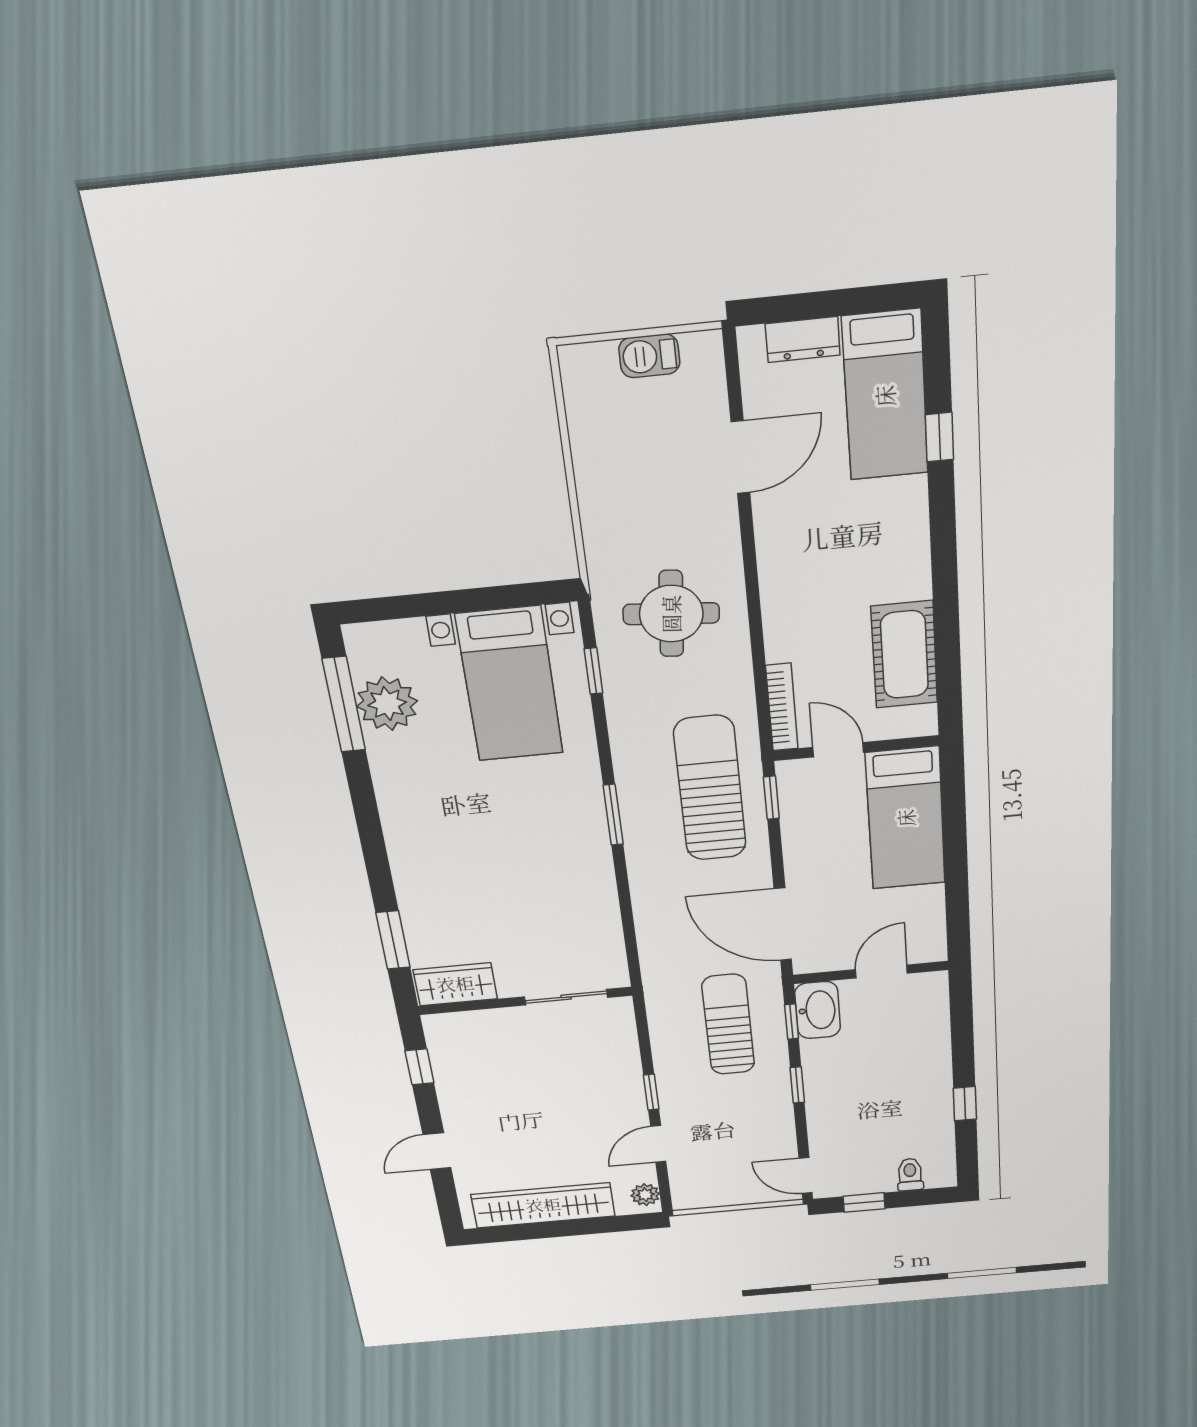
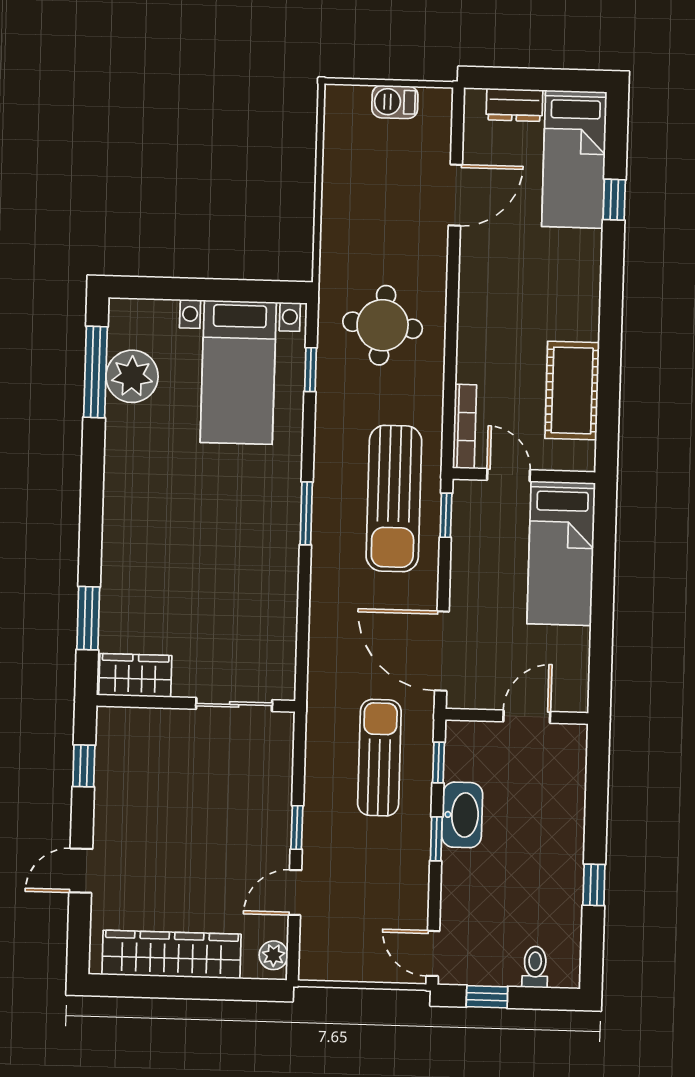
sun lounger: (710, 789) -> (394, 499), turned 180
washbasin: (818, 1010) -> (462, 815), moved

